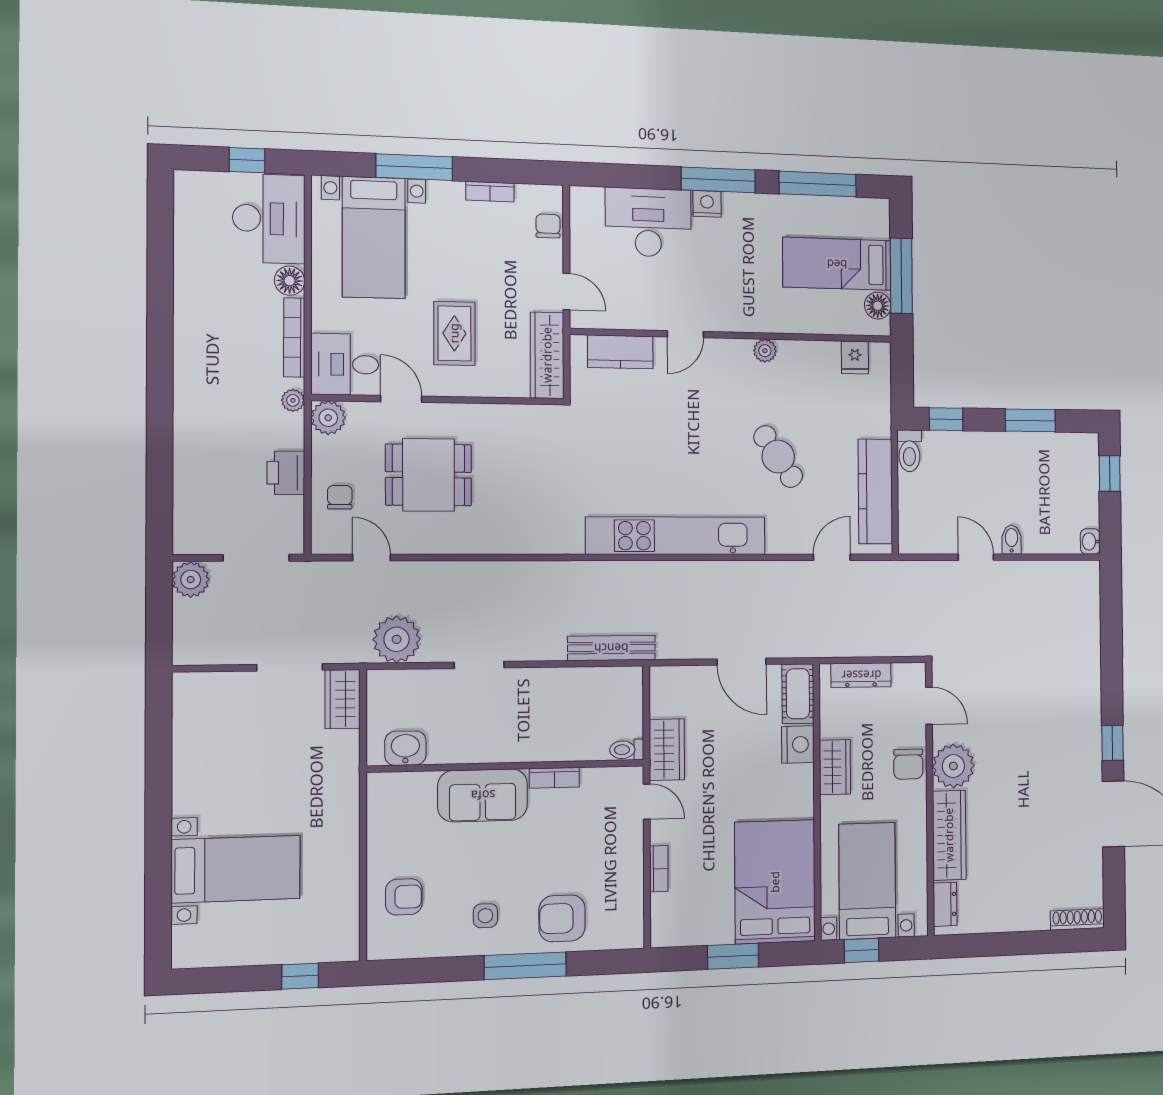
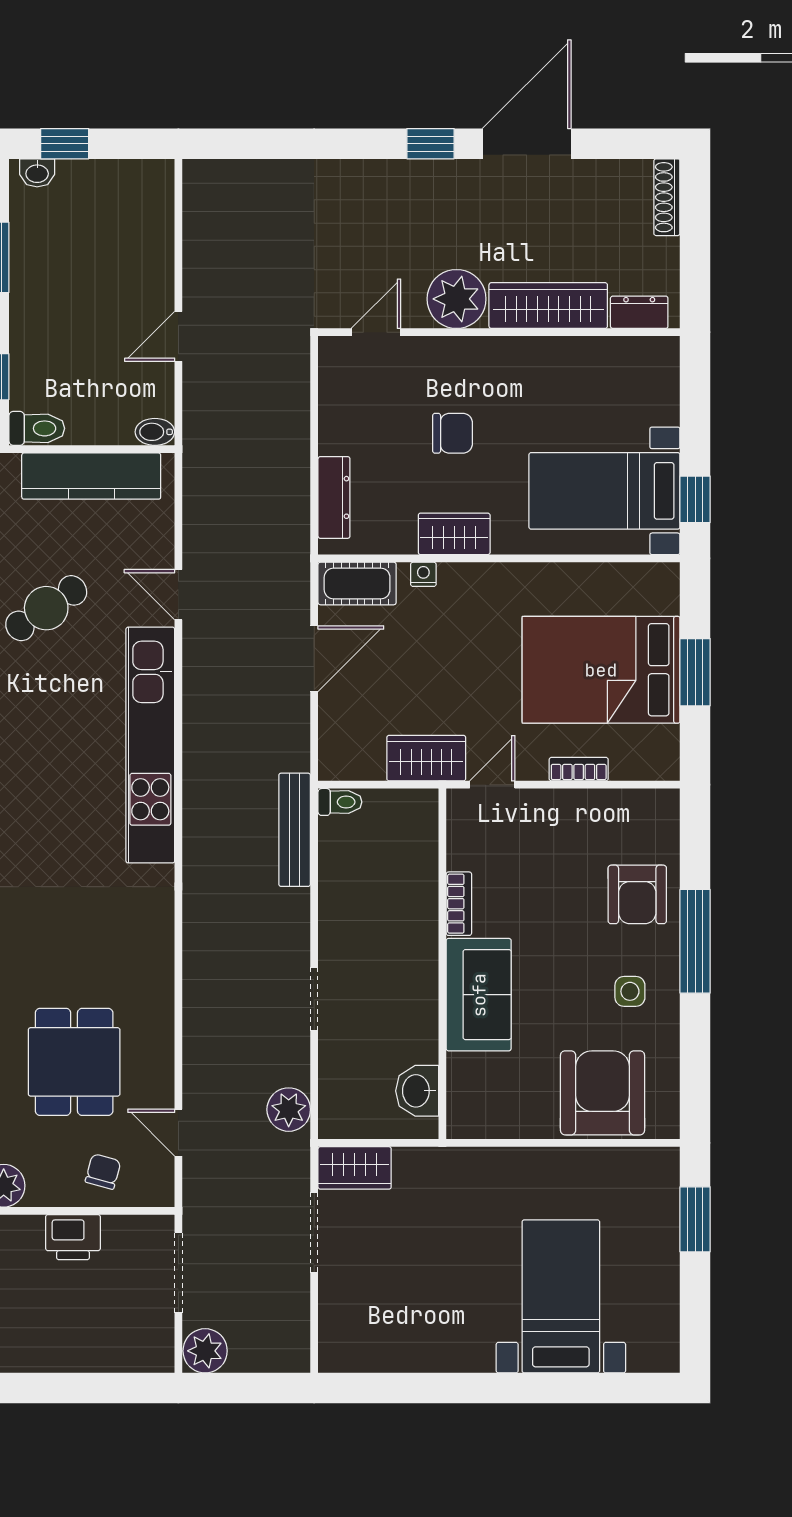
chair: (340, 497) -> (103, 1172), turned 105
bidet: (1012, 540) -> (155, 432), moved
washbasin: (1090, 541) -> (37, 173), moved
door: (832, 557) -> (178, 595), moved
door: (372, 558) -> (178, 1133), hinge flipped
plant: (397, 639) -> (289, 1110), width x0.73, depth x0.73
door: (929, 706) -> (376, 332), moved
nightstand: (798, 744) -> (423, 574), width x0.53, depth x0.56
toilet: (627, 750) -> (340, 802), moved, turned -90
plant: (953, 766) -> (457, 299), moved
wall: (930, 799) -> (499, 332), moved
wardrobe: (949, 835) -> (548, 306), moved
bed: (775, 882) -> (601, 670), moved
armchair: (404, 897) -> (603, 1093), width x1.88, depth x1.88
dresser: (945, 904) -> (639, 312), moved
window: (300, 976) -> (695, 1219), width x1.50

